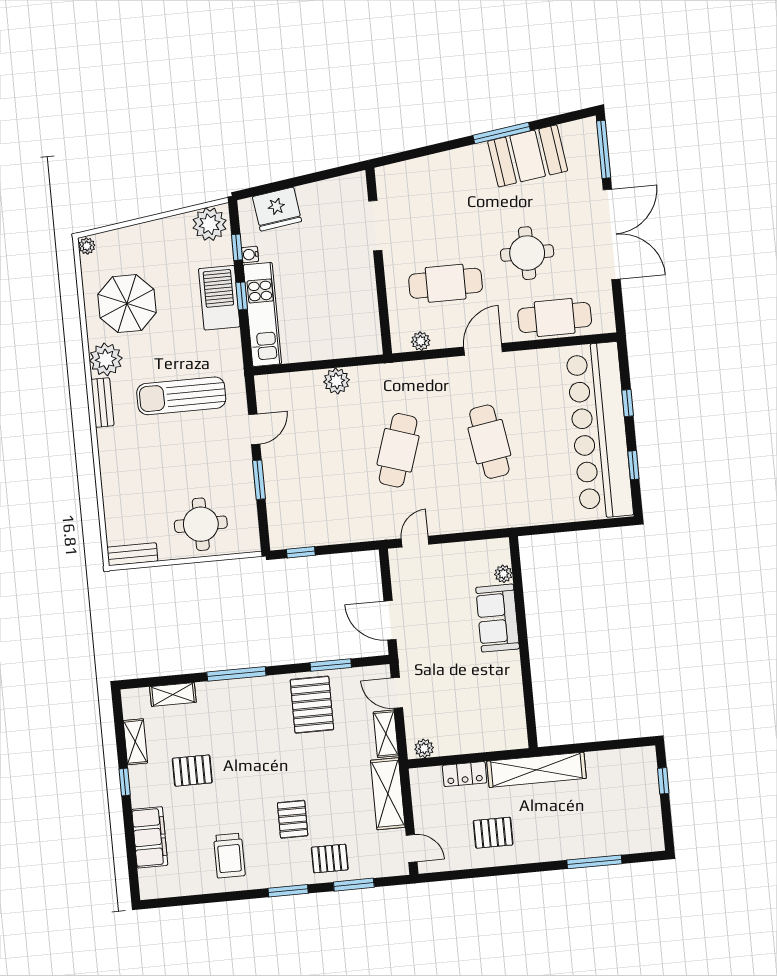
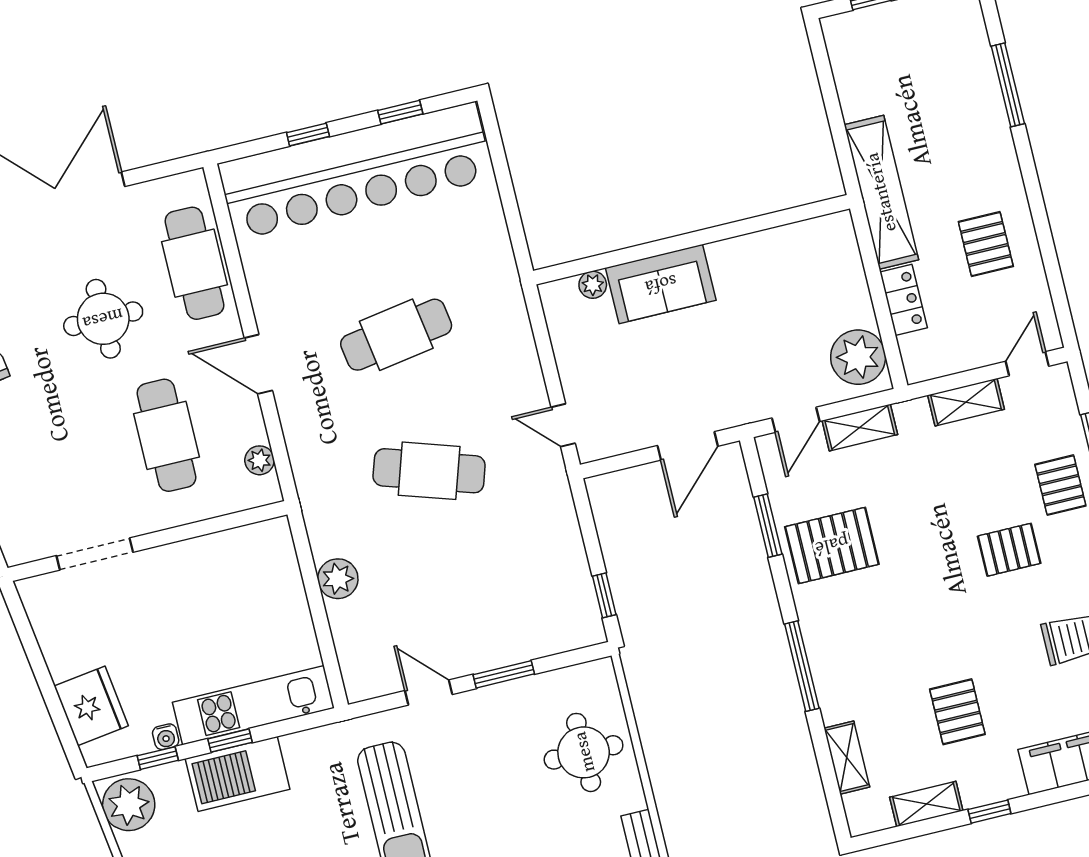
plant: (424, 748) -> (858, 357), width x1.88, depth x1.88
shelving: (388, 794) -> (966, 402), width x0.67, depth x0.75

